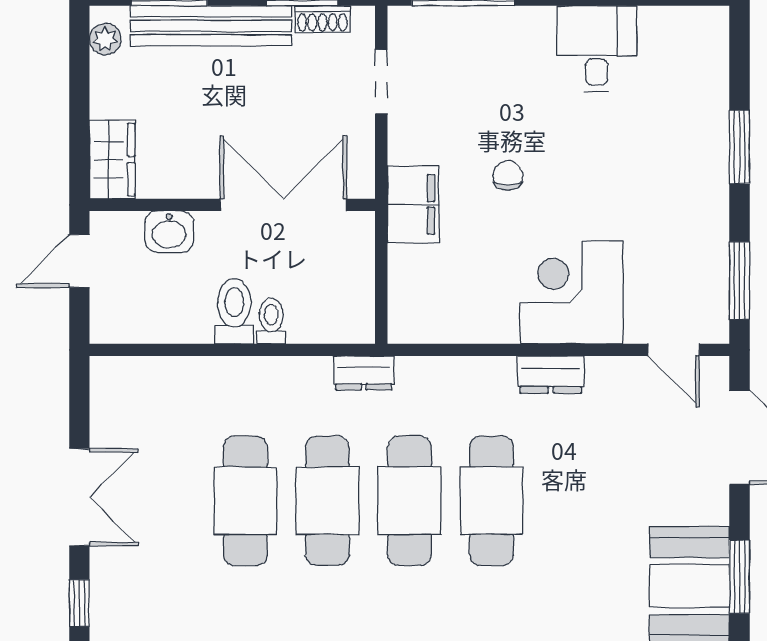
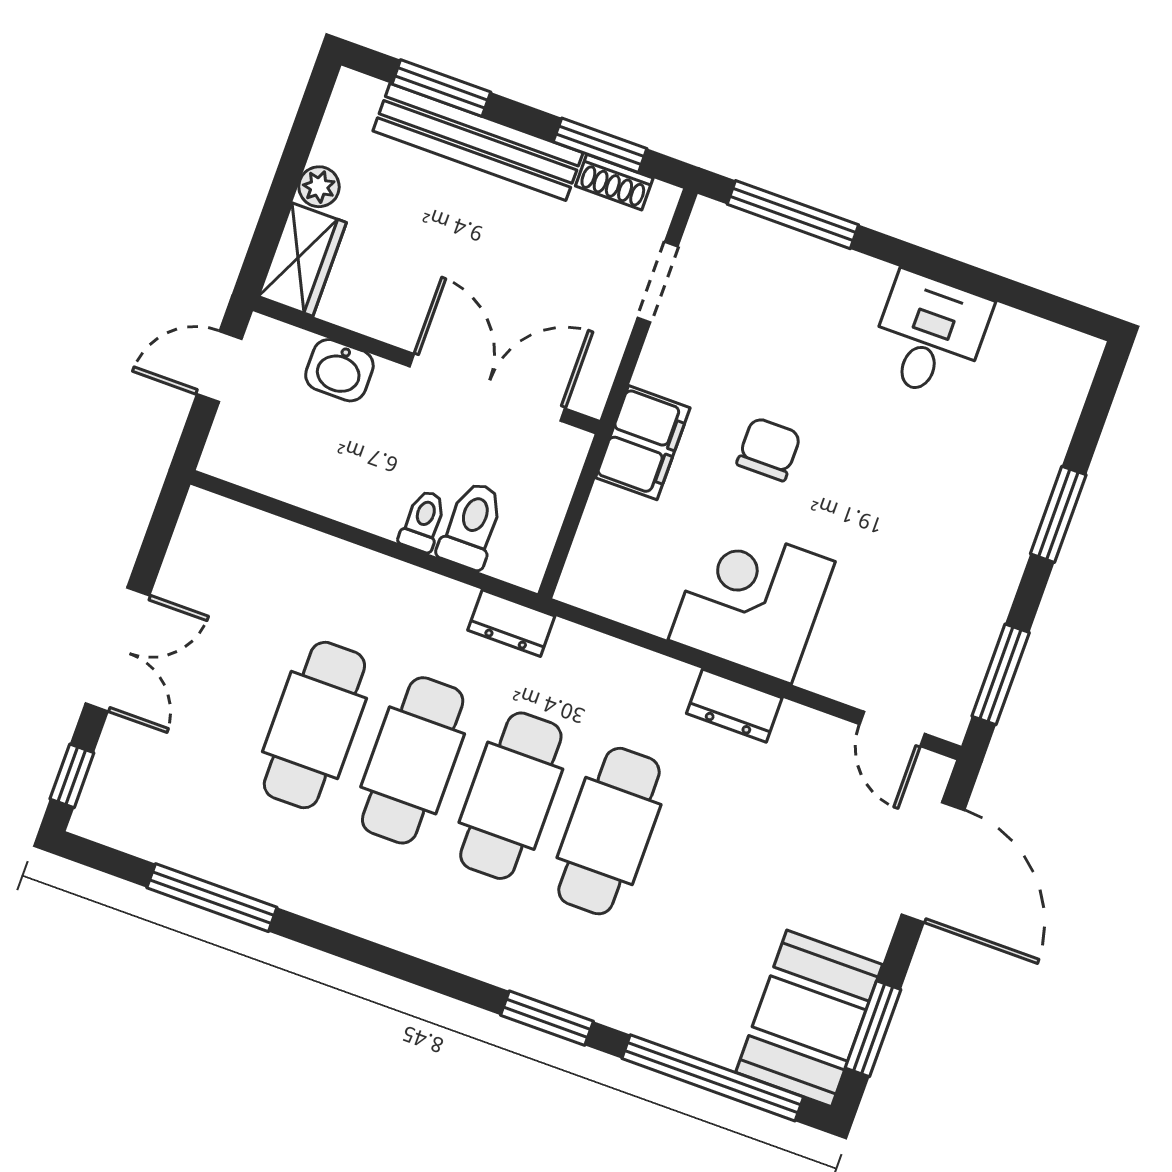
plant: (105, 39) -> (319, 187), moved
chair: (508, 176) -> (769, 449), width x1.37, depth x1.37
corner desk: (572, 292) -> (752, 601), moved
toilet: (234, 311) -> (471, 525), moved

